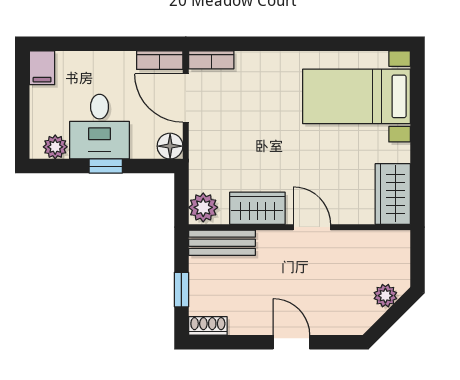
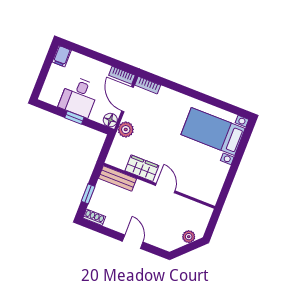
plant: (55, 147) -> (53, 98), removed
wardrobe: (393, 194) -> (212, 187), removed
plant: (203, 207) -> (126, 130), moved

